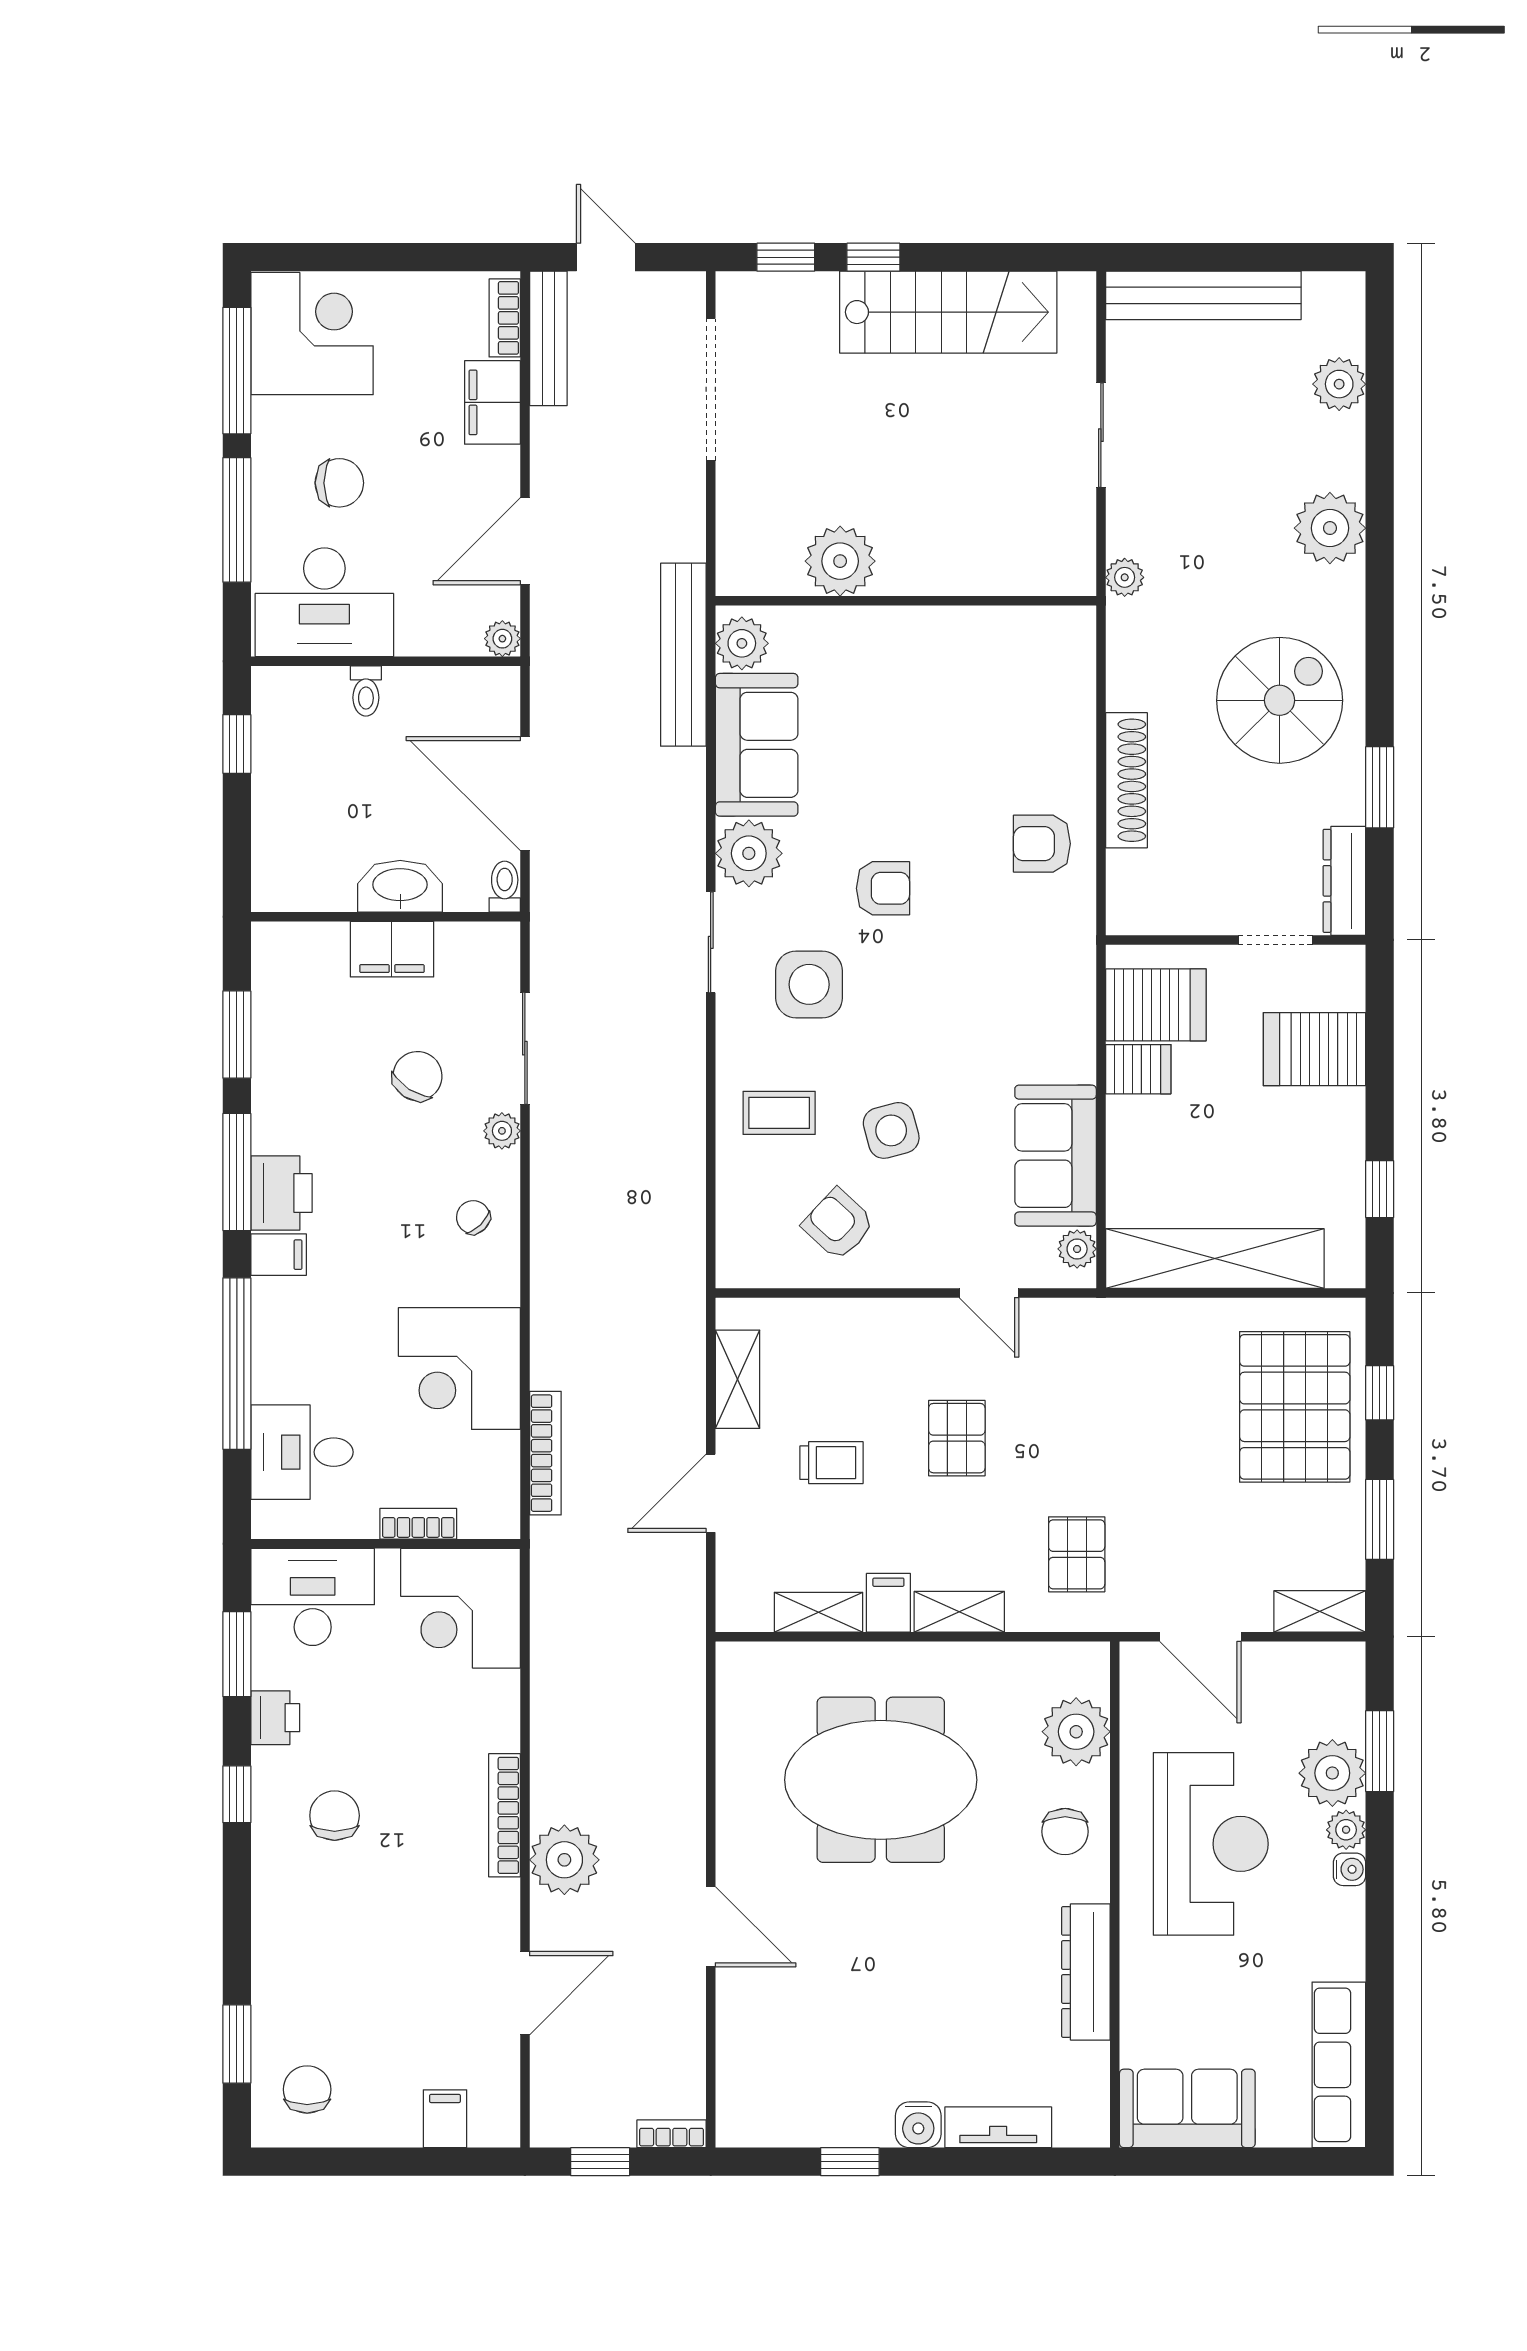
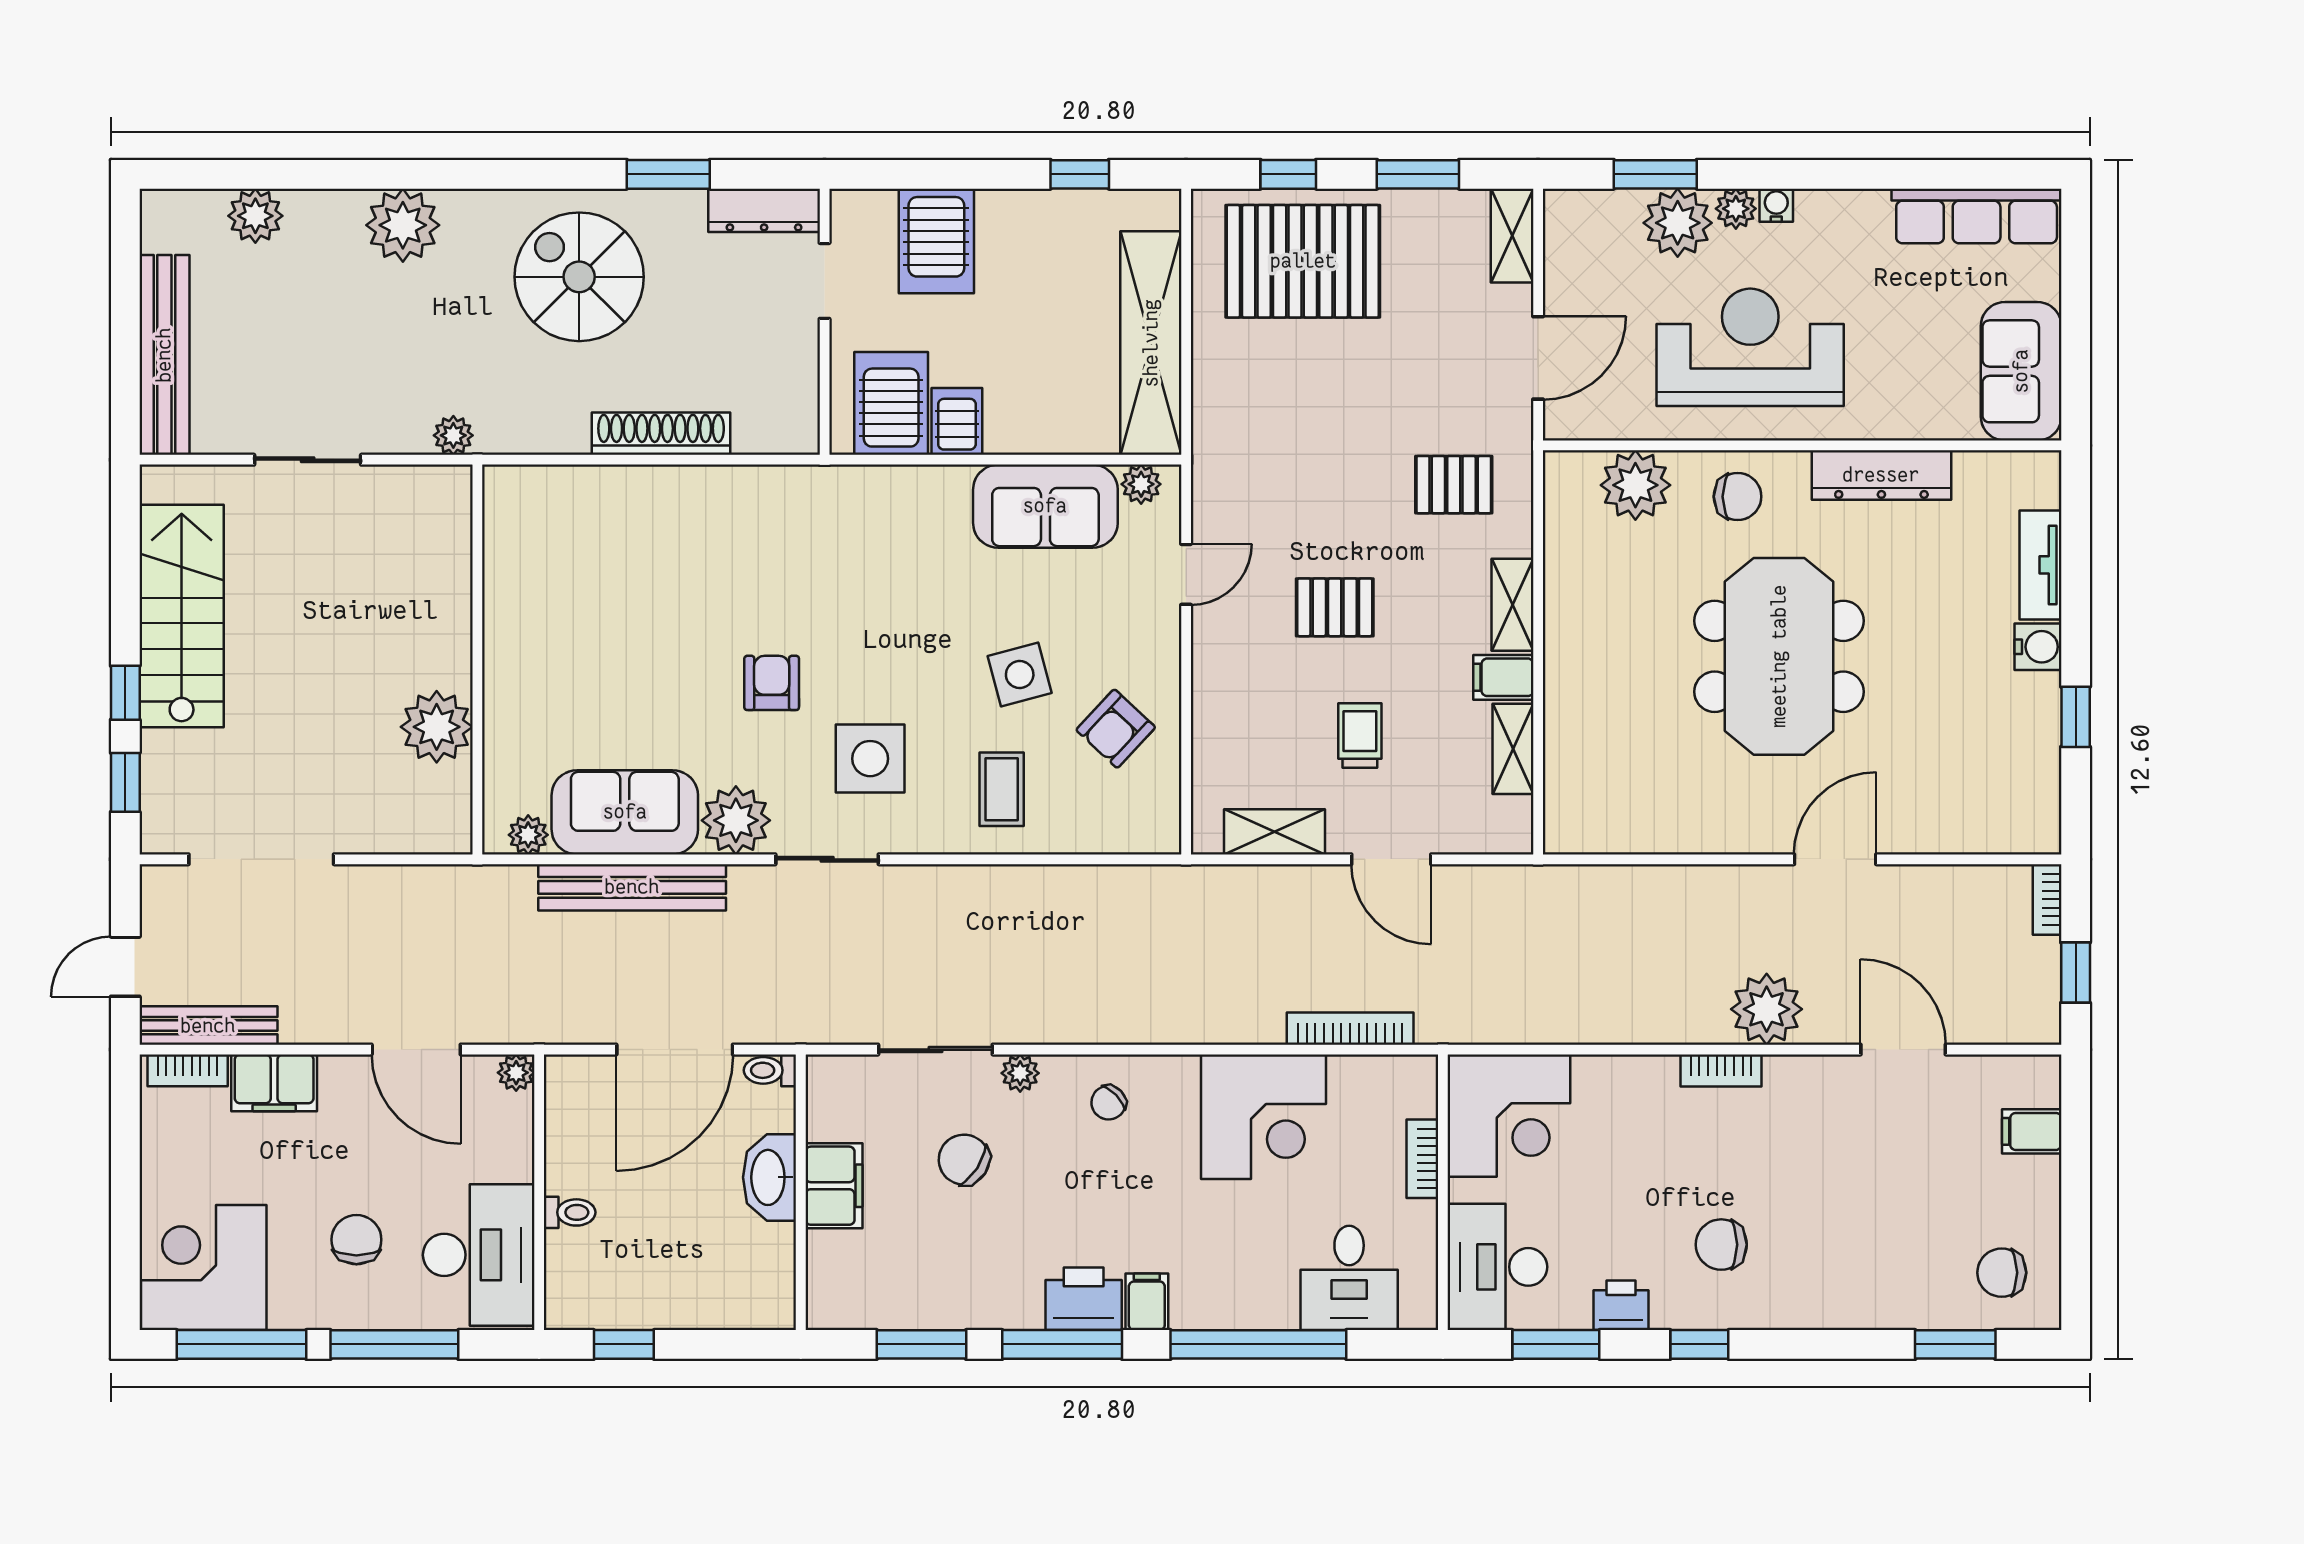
plant: (742, 643) -> (528, 835), width x0.73, depth x0.73
bench: (683, 655) -> (632, 887), moved
armchair: (1042, 844) -> (726, 520), removed
meeting table: (881, 1780) -> (1779, 656), moved
bookcase: (504, 1815) -> (1721, 1070), width x0.64

